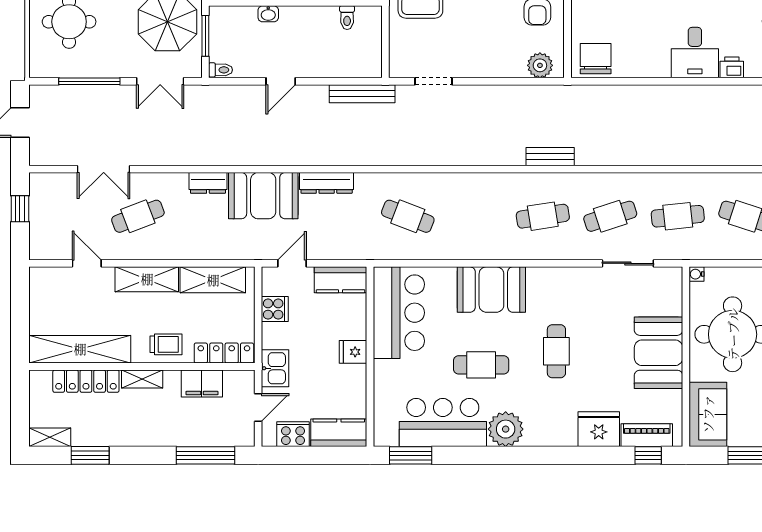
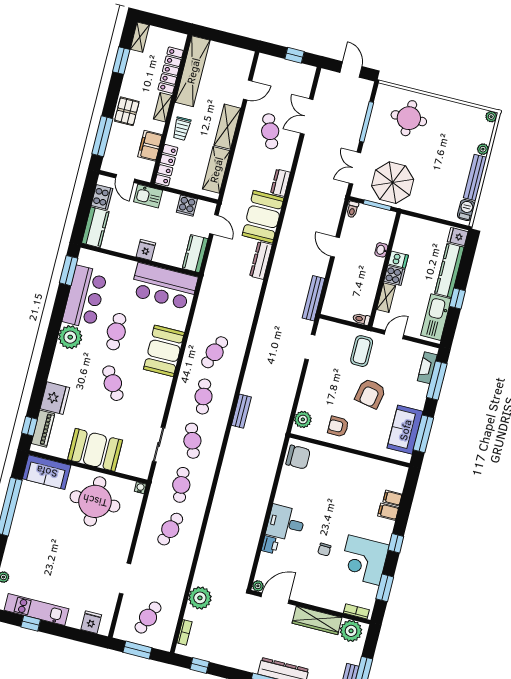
toilet: (347, 18) -> (361, 319), moved
cafe table: (408, 216) -> (215, 352), moved
cafe table: (556, 351) -> (113, 383), turned 57
pallet: (161, 429) -> (127, 111), added

